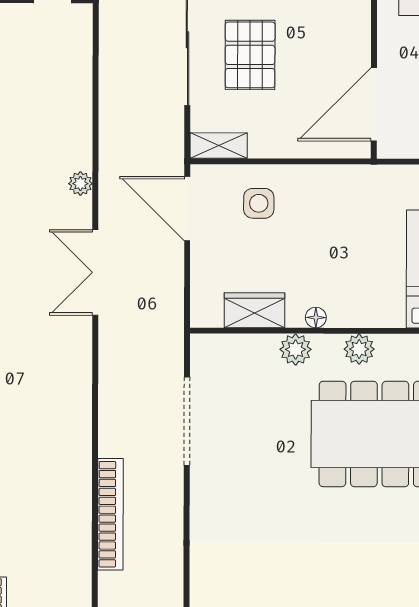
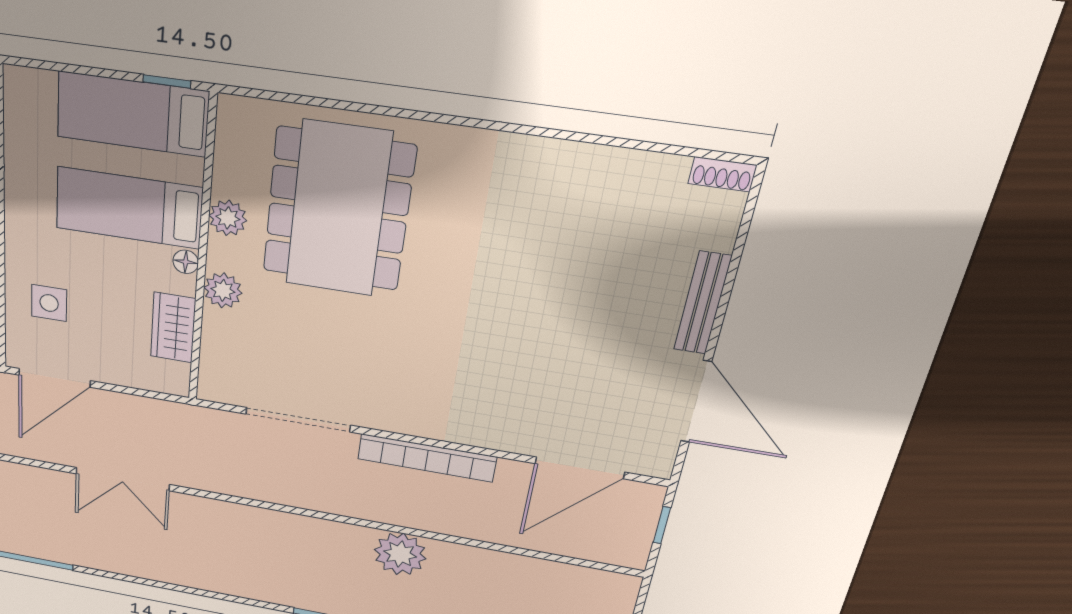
plant: (80, 184) -> (400, 554), moved, width x1.88, depth x1.88
bed: (355, 269) -> (129, 208), added
bookcase: (110, 514) -> (427, 458), moved, turned 180

